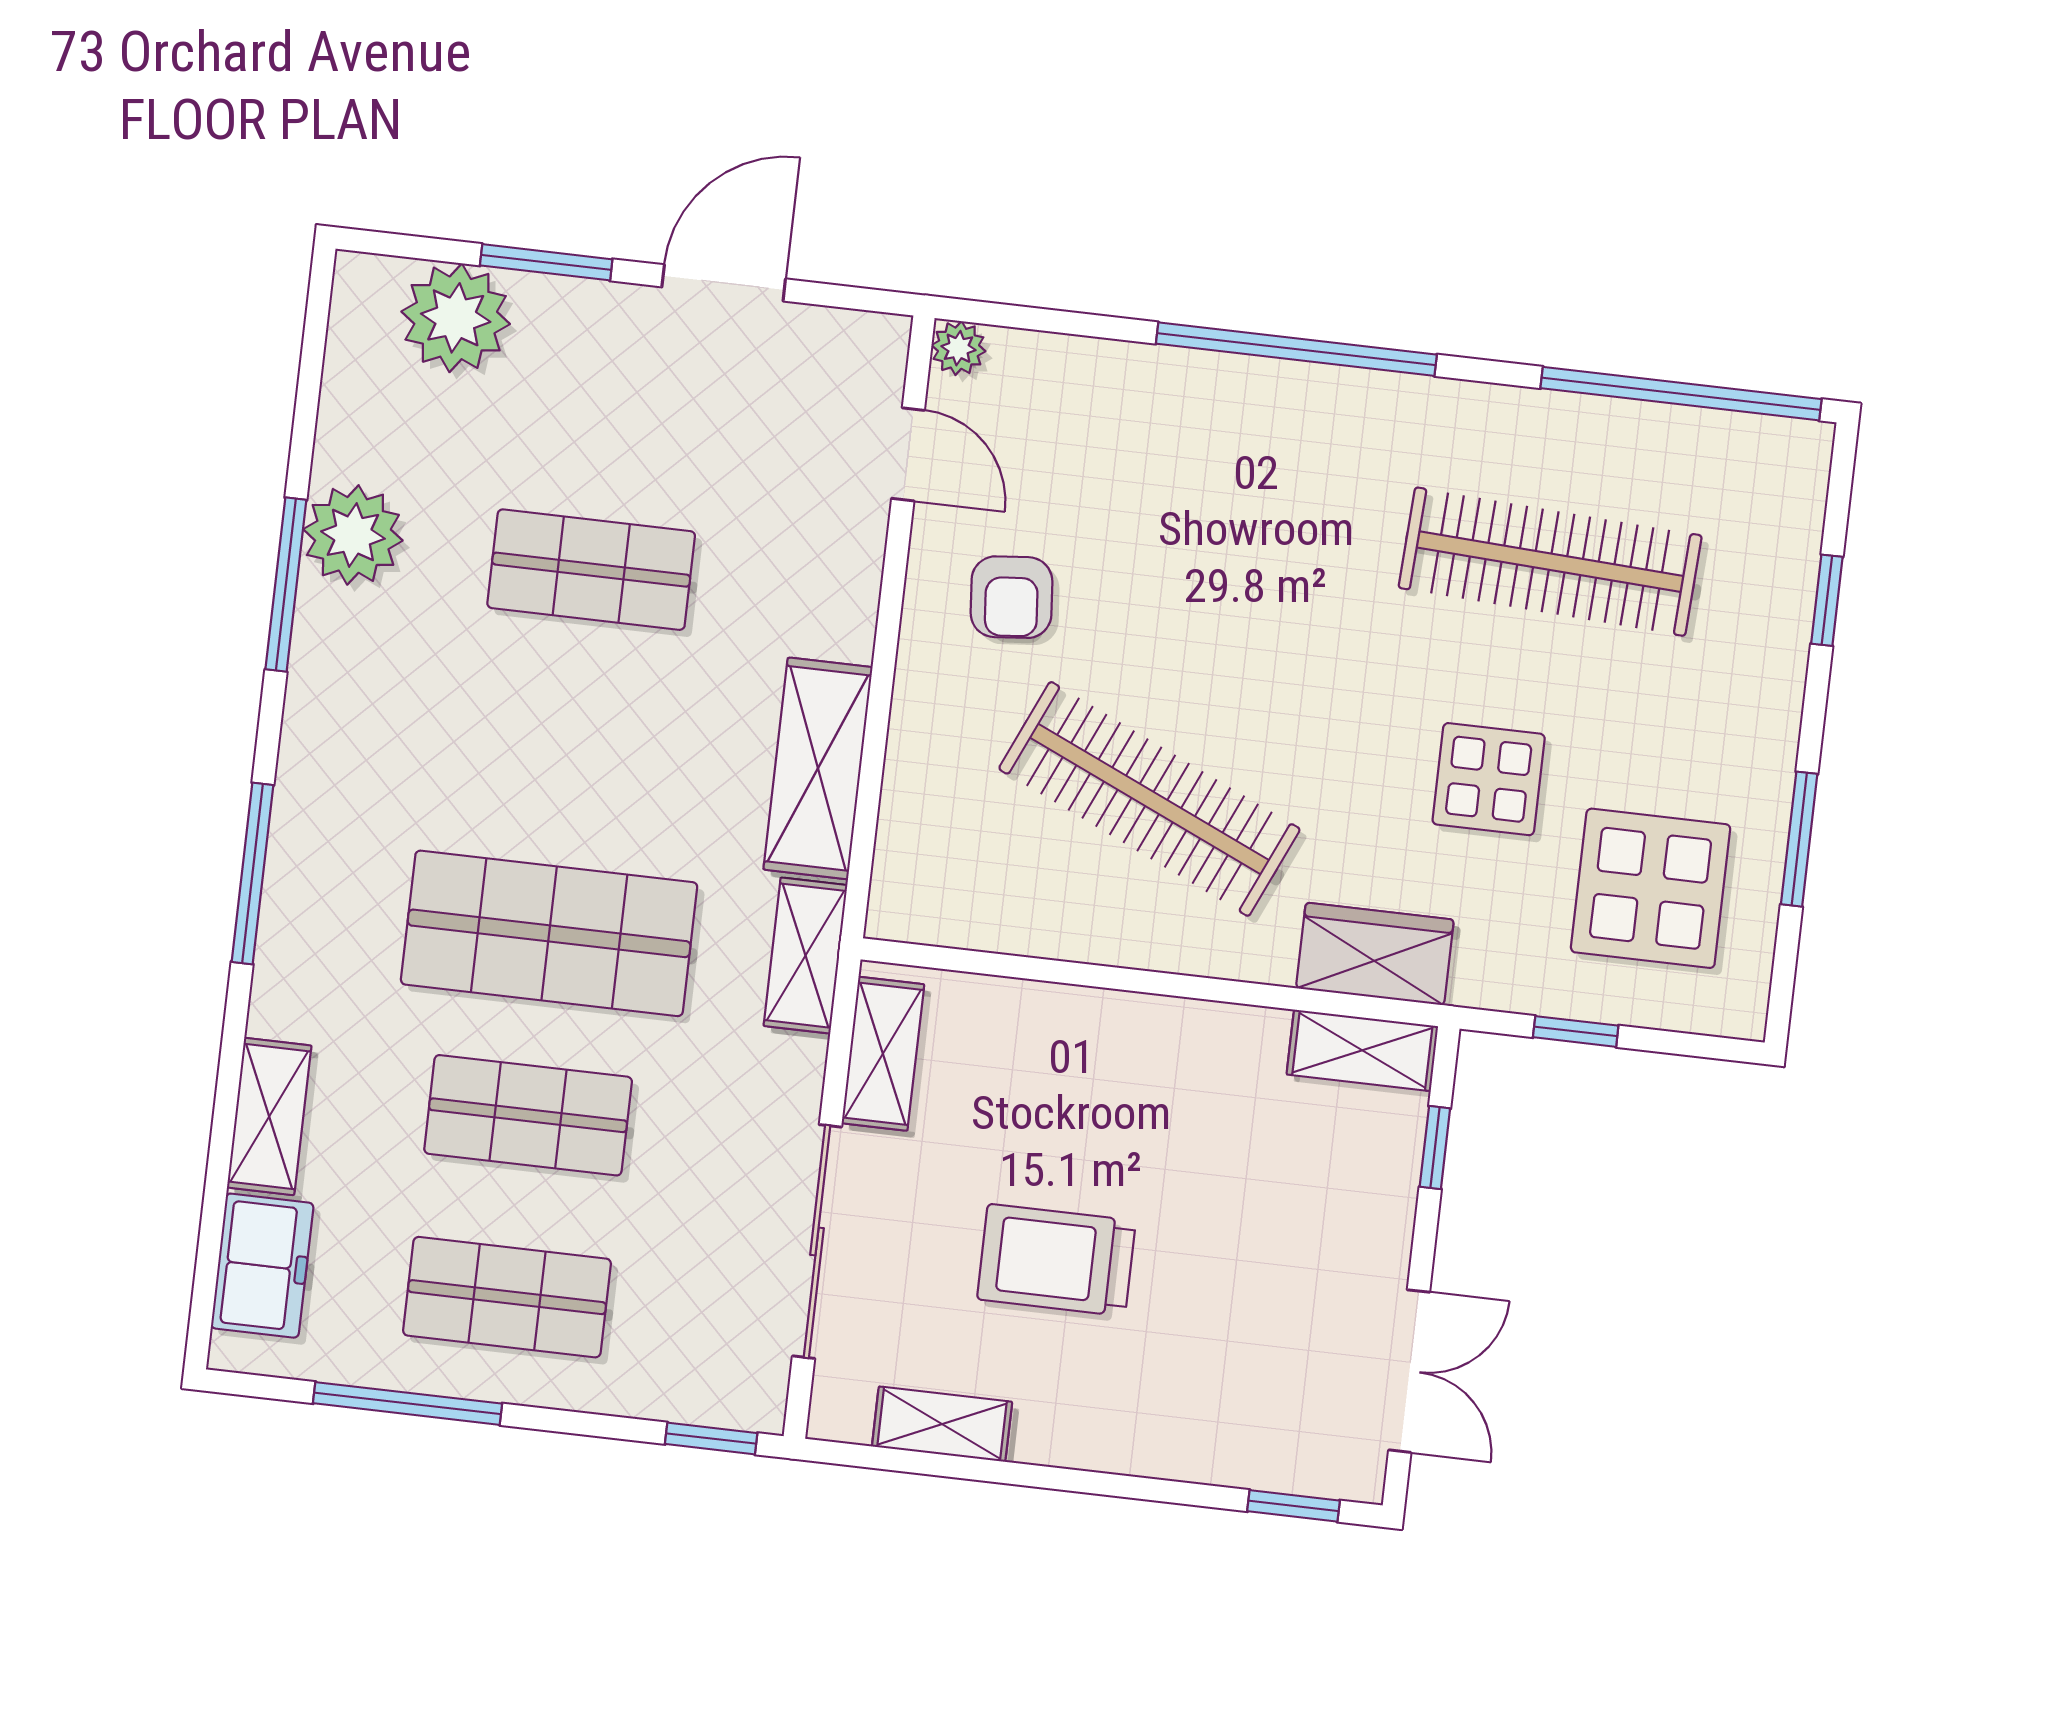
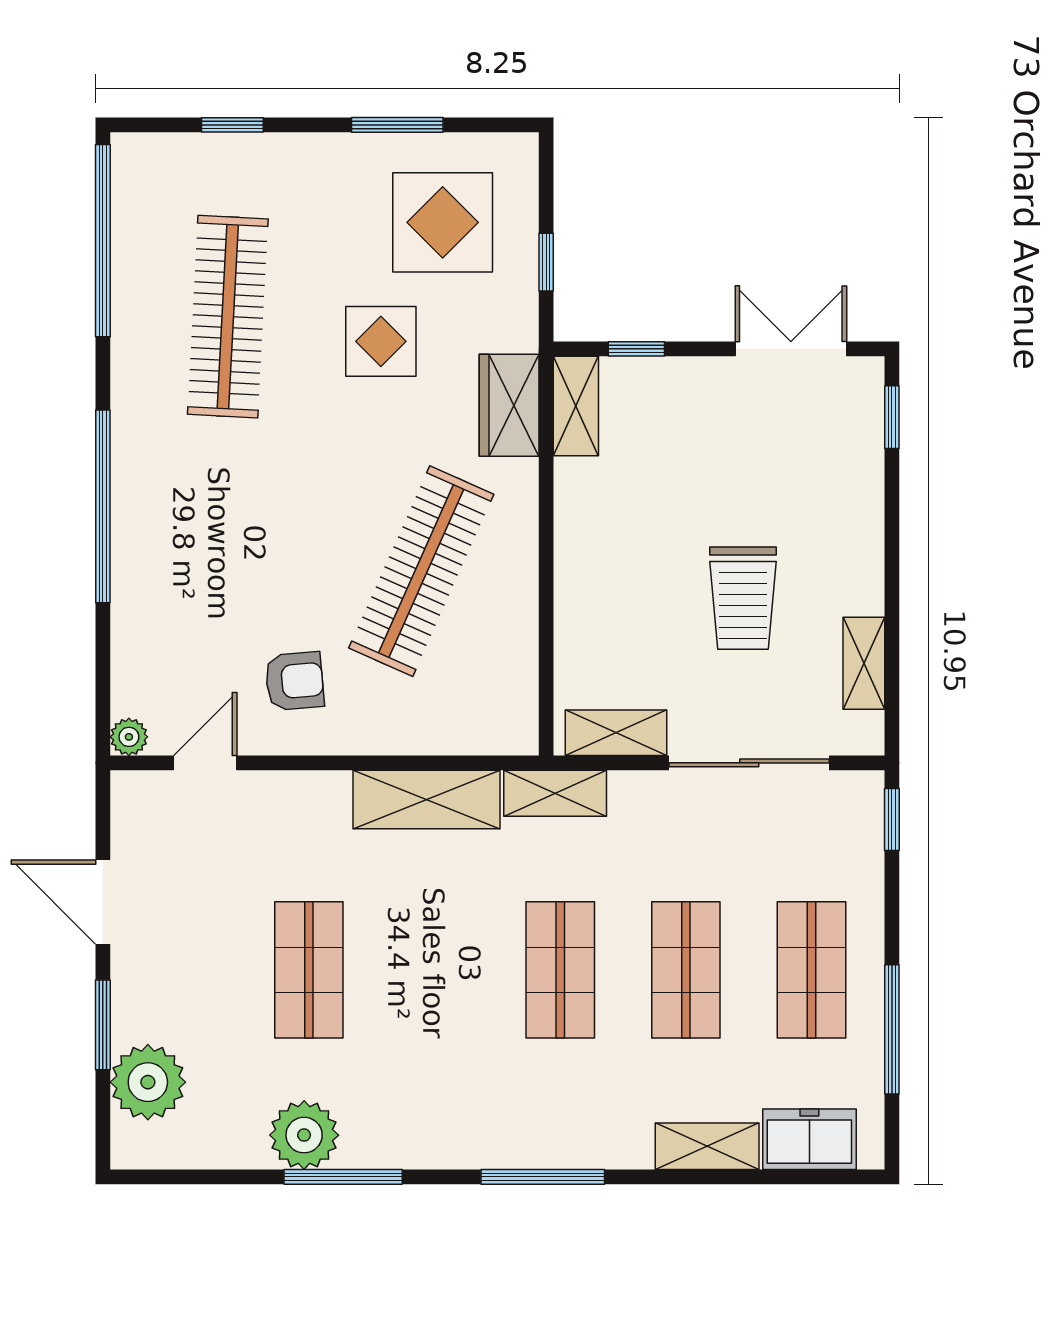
shop shelf: (549, 933) -> (560, 970), width x0.70, depth x0.74

